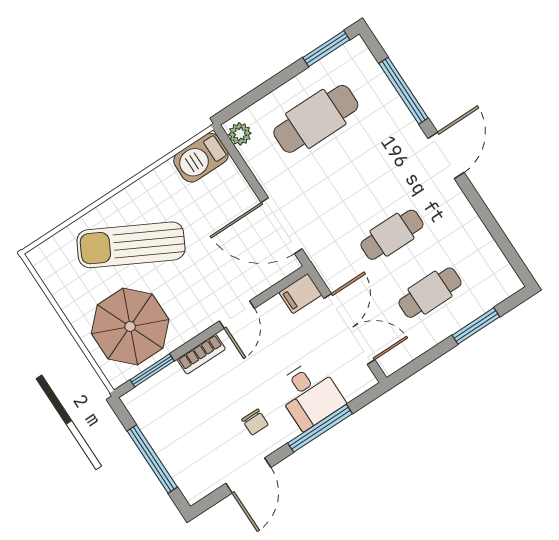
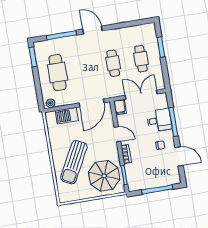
barbecue: (201, 158) -> (67, 116), moved, turned 90

